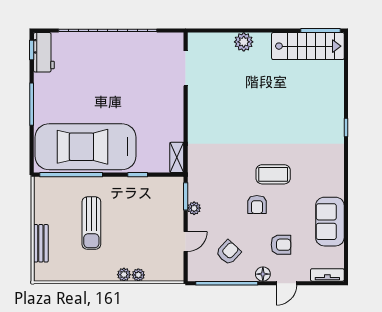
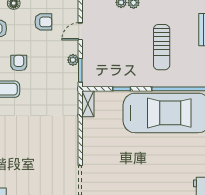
sun lounger: (91, 223) -> (162, 47), turned 180
armchair: (228, 252) -> (43, 22), turned -133

